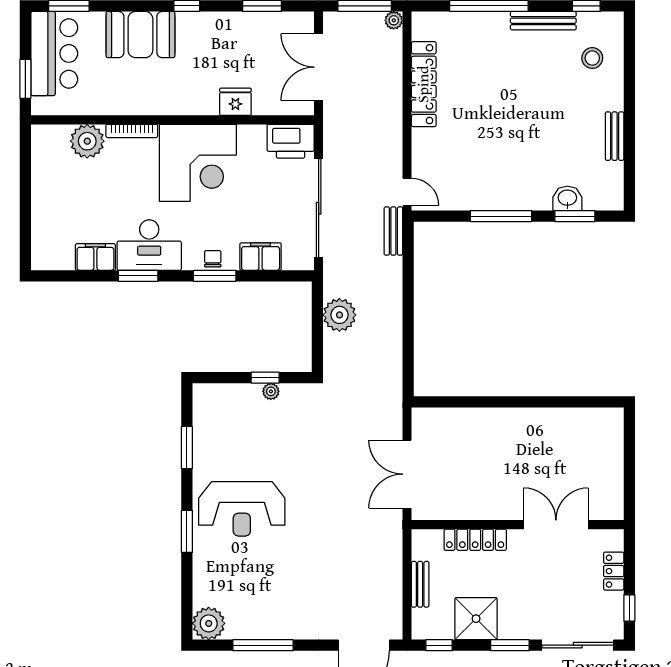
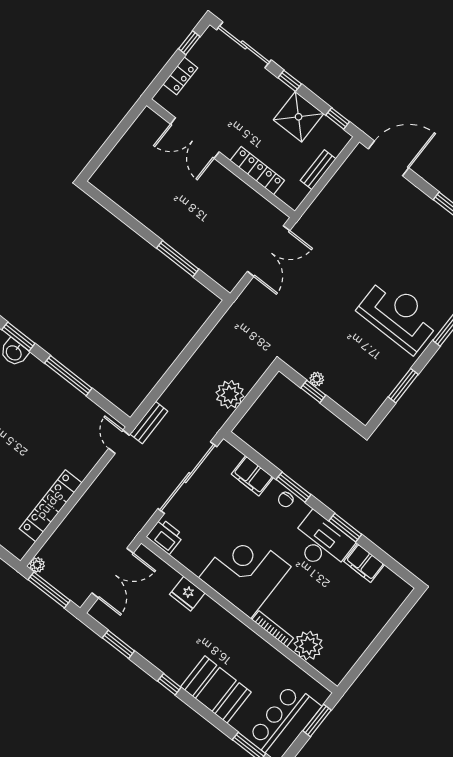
printer: (291, 141) -> (165, 536), width x0.73, depth x0.84
window: (485, 402) -> (178, 259), added
window: (510, 645) -> (290, 81), width x0.67

